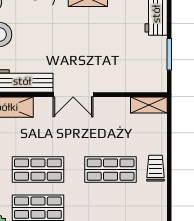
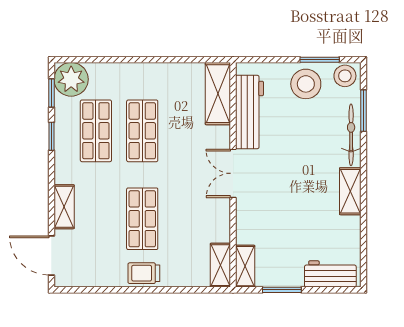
shelving: (150, 85) -> (245, 266), added
trolley: (155, 168) -> (144, 273), turned 180

